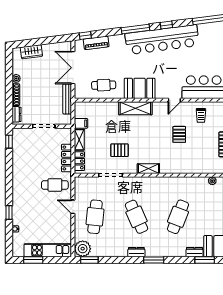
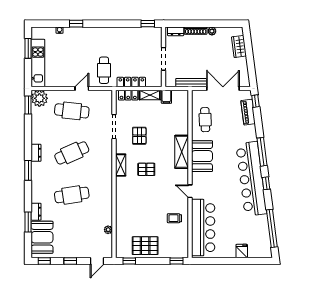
pallet: (179, 134) -> (146, 169), moved
cafe table: (178, 217) -> (72, 195), turned -30

